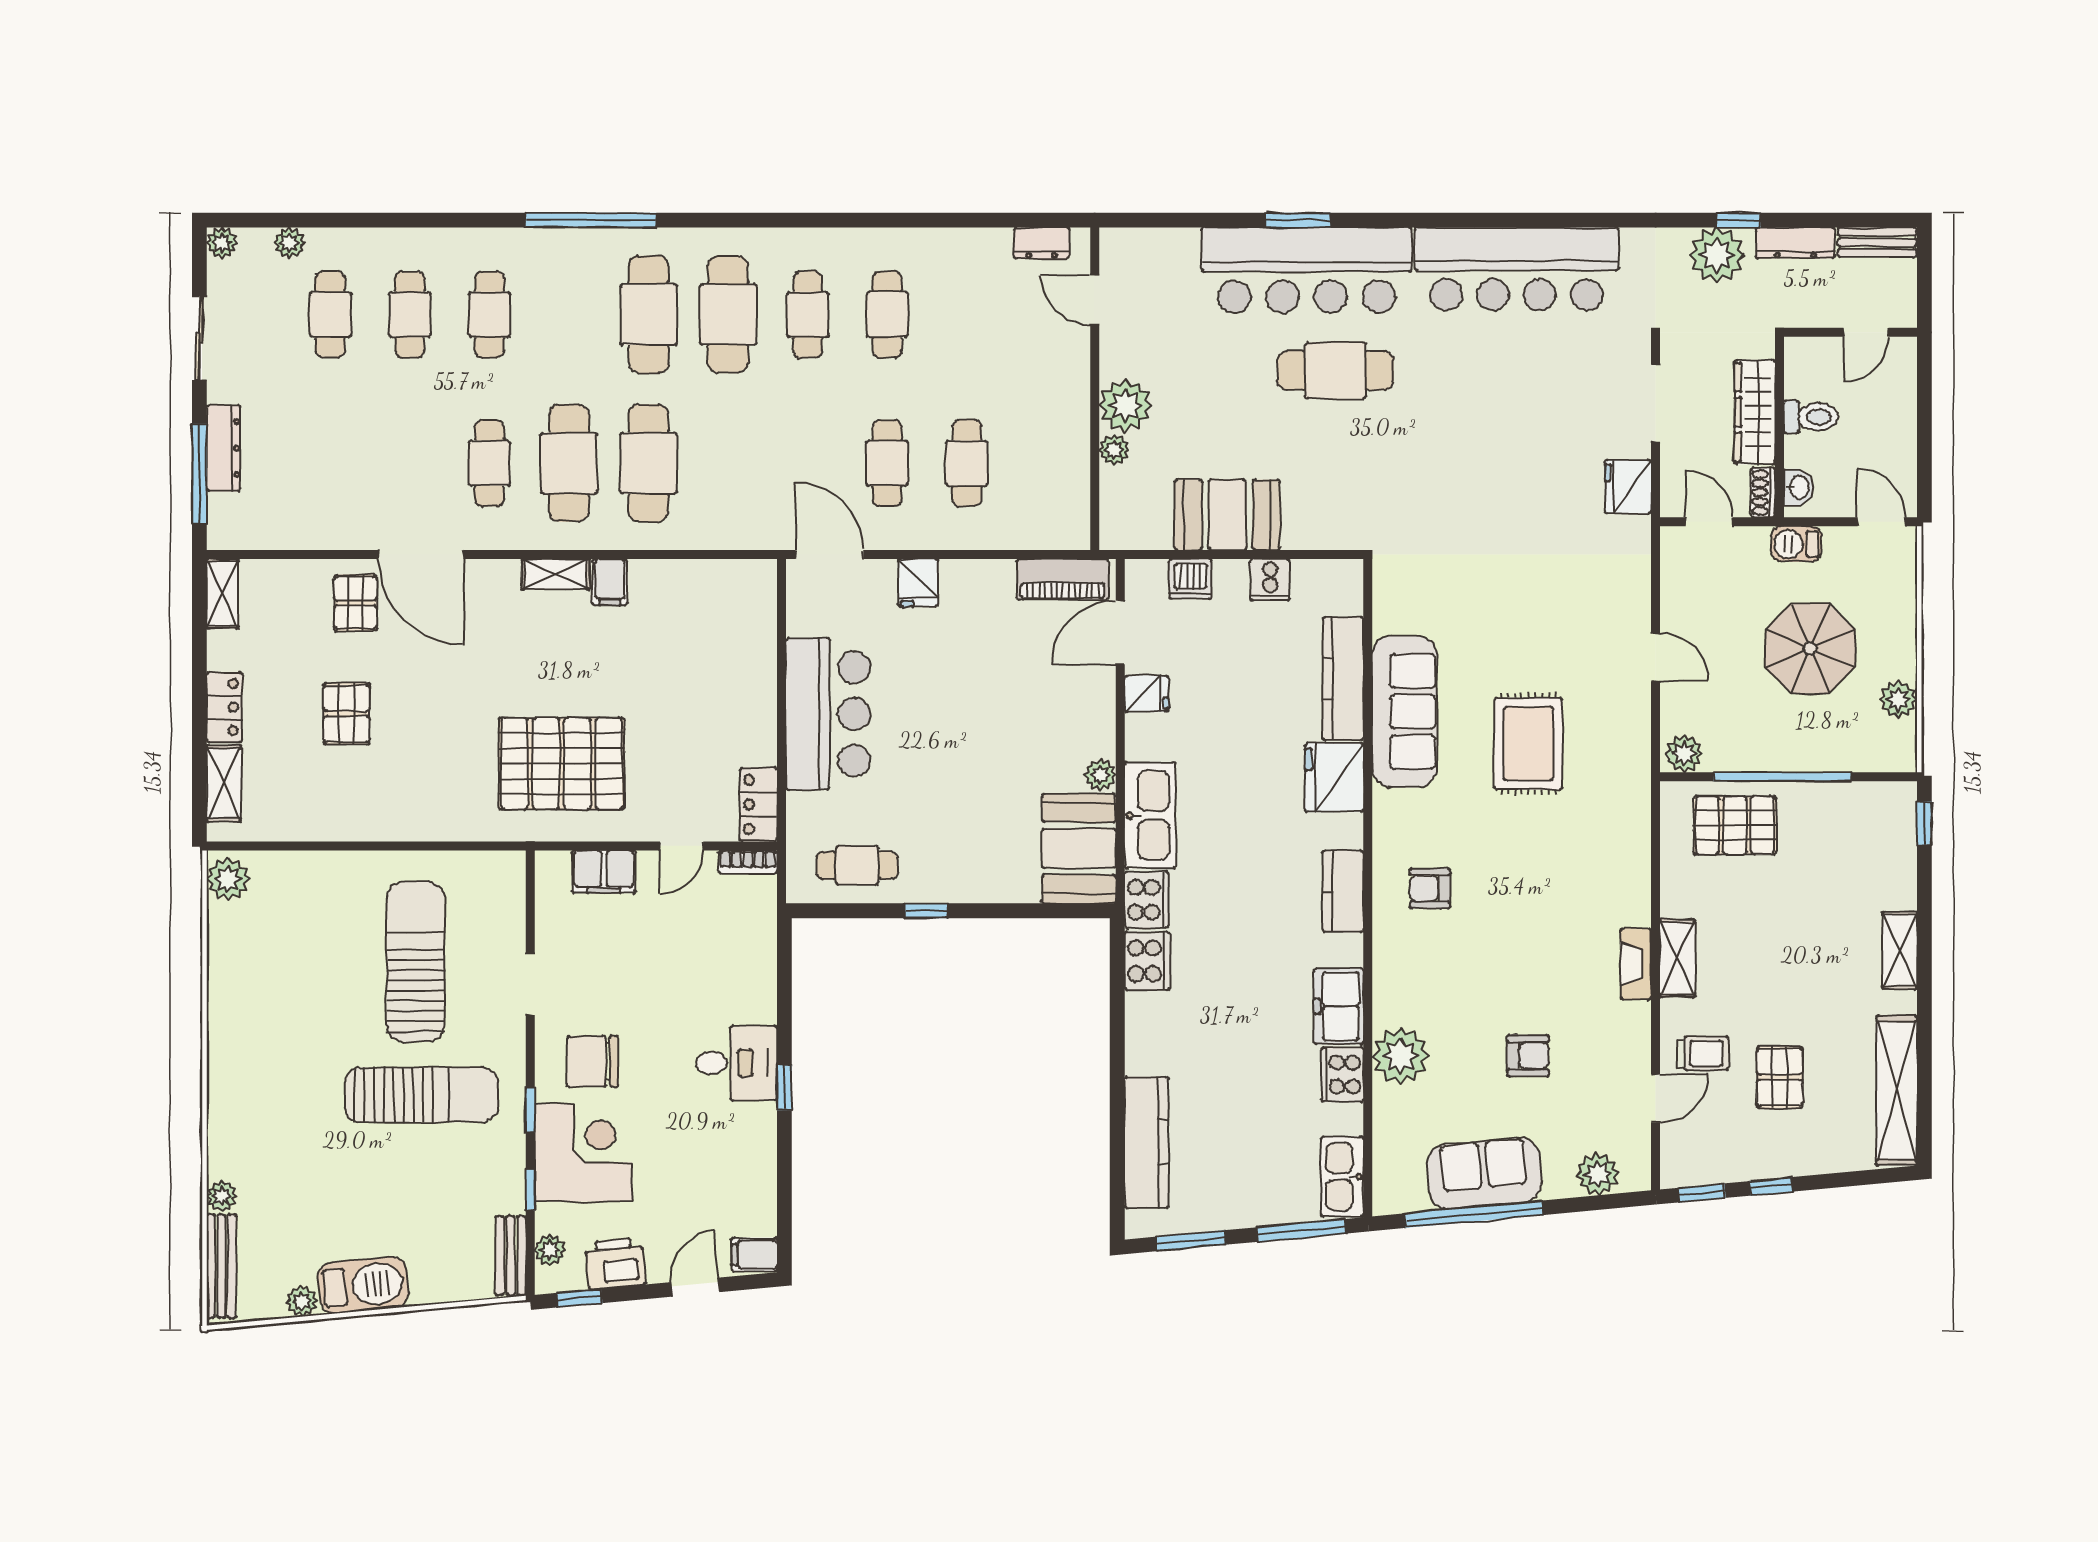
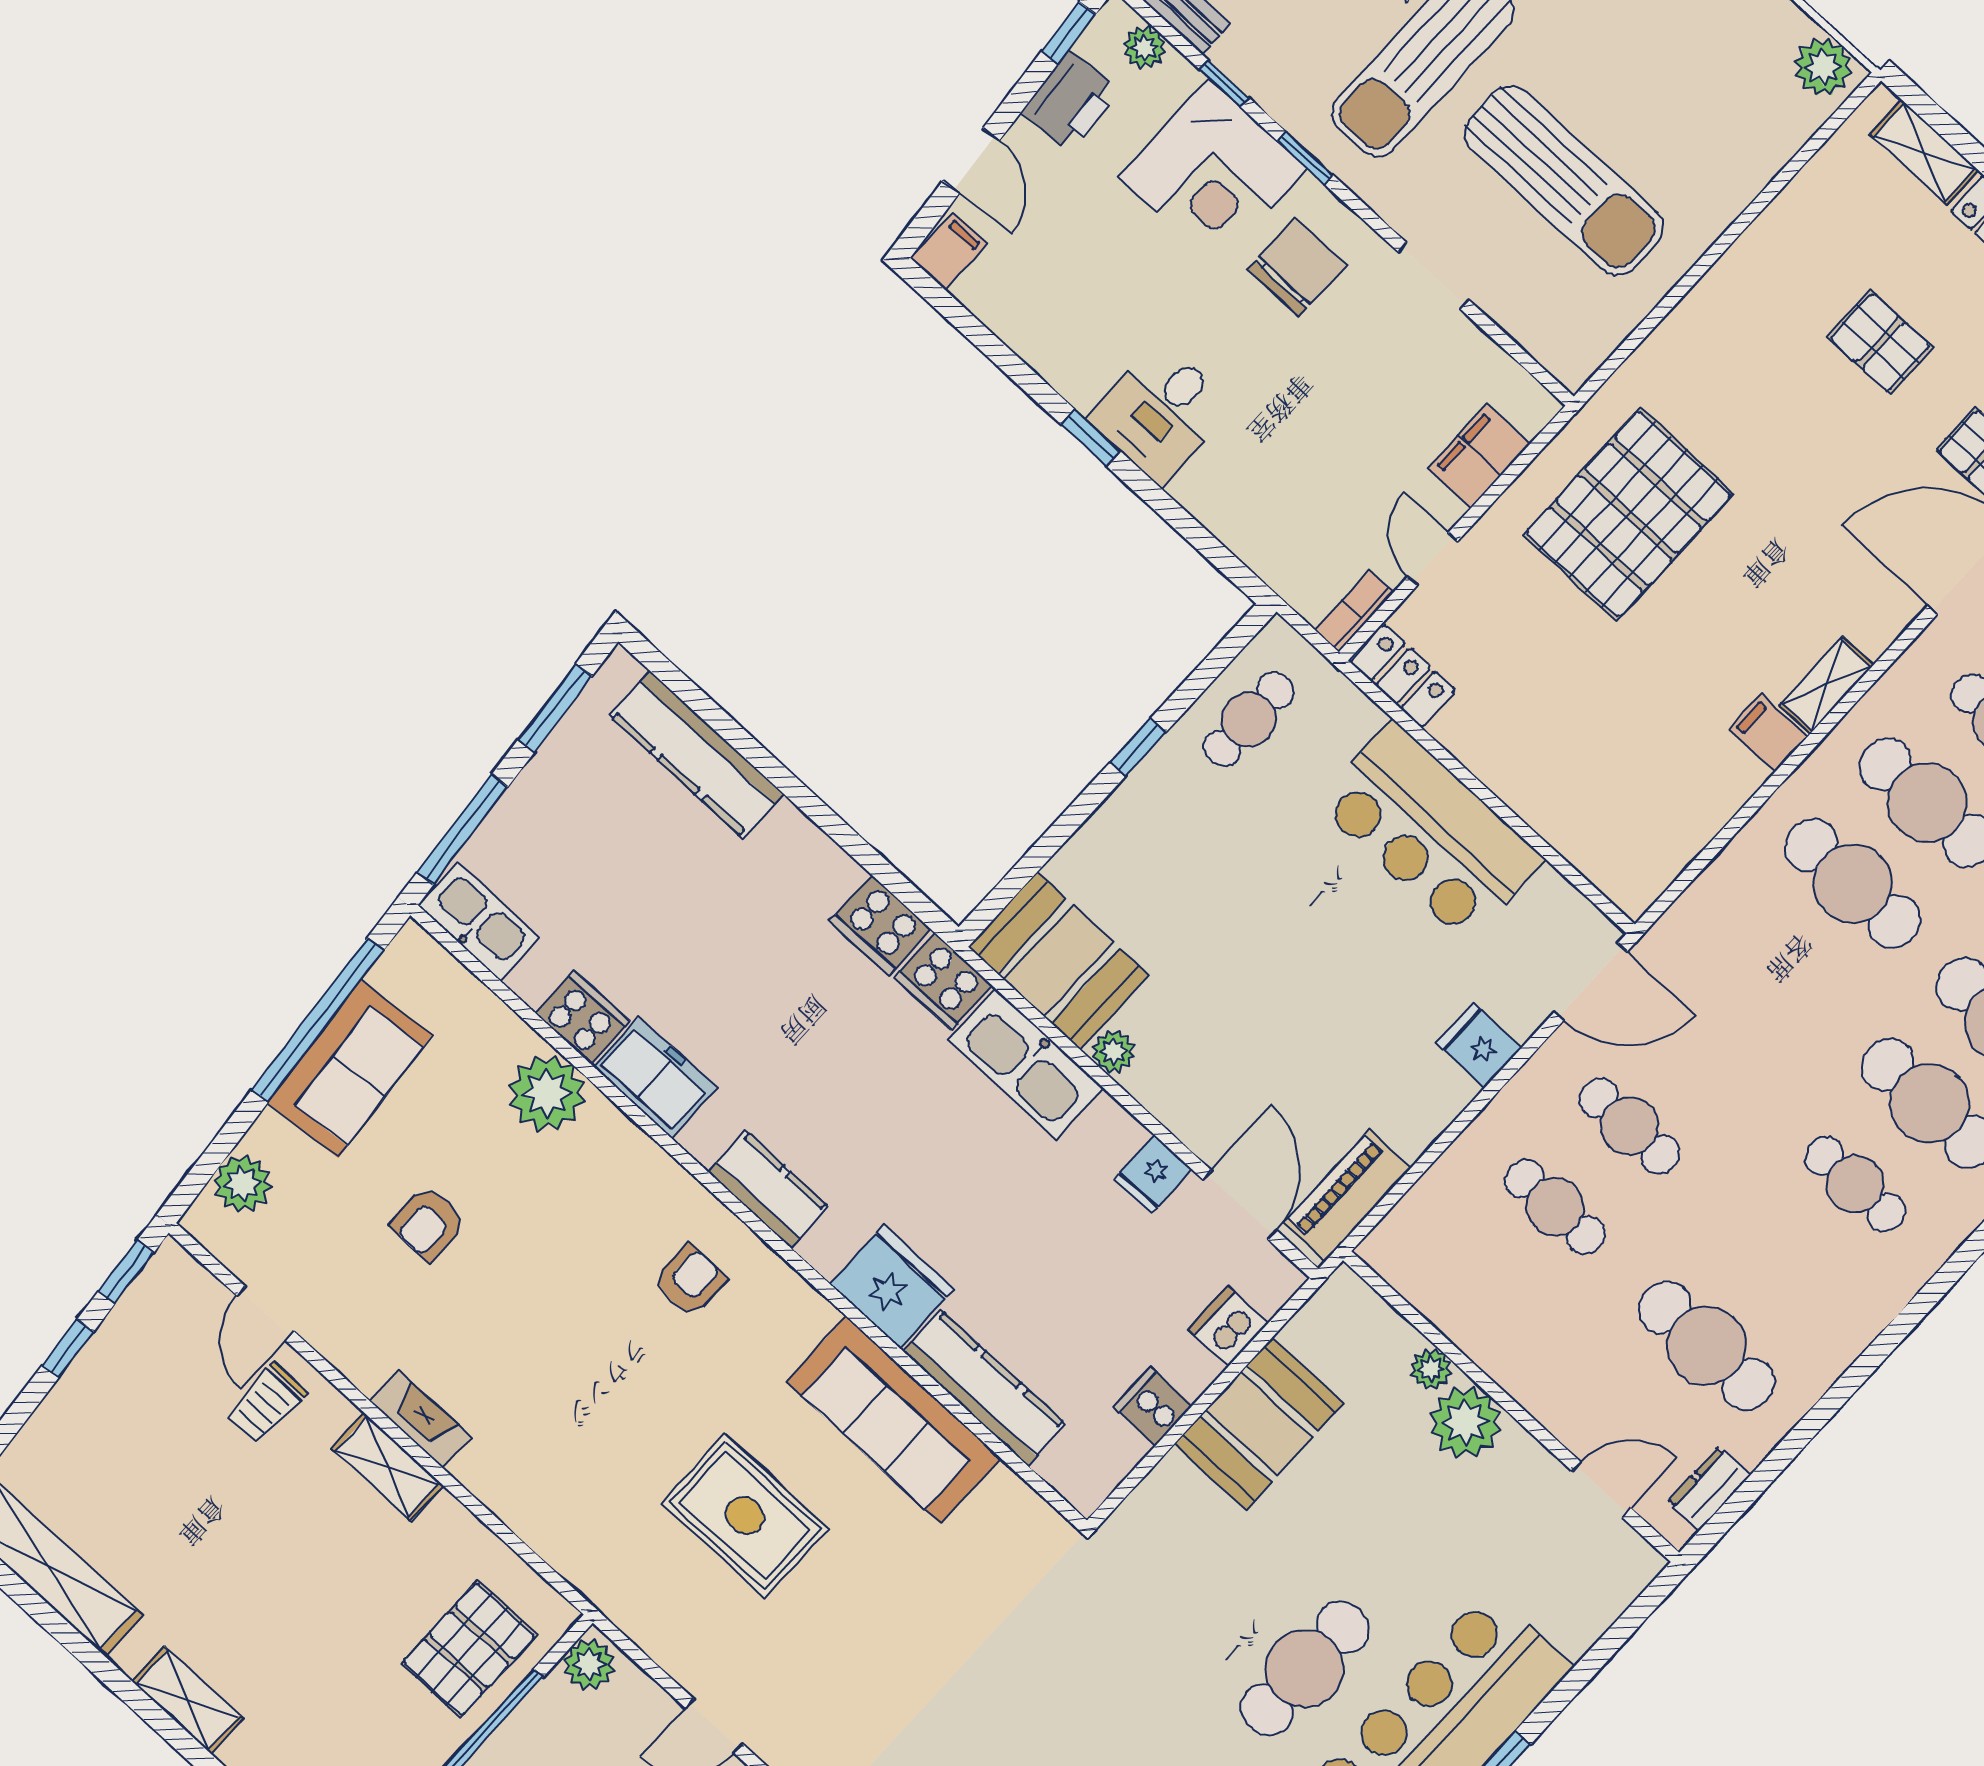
cafe table: (887, 314) -> (1706, 1346), moved, width x1.37, depth x1.35
pallet: (1780, 1077) -> (171, 1459), removed

